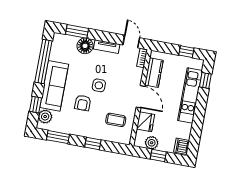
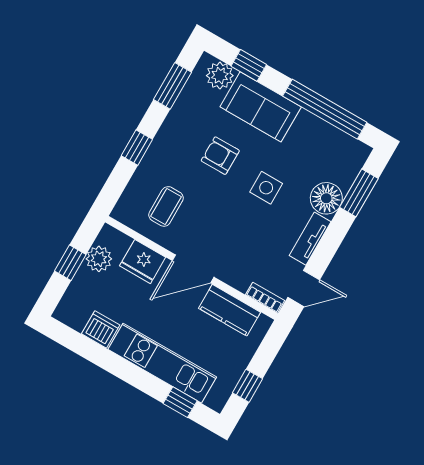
side table: (99, 85) -> (266, 188), moved
sofa: (54, 86) -> (261, 107), width x0.73
dishwasher: (182, 146) -> (101, 329), moved

